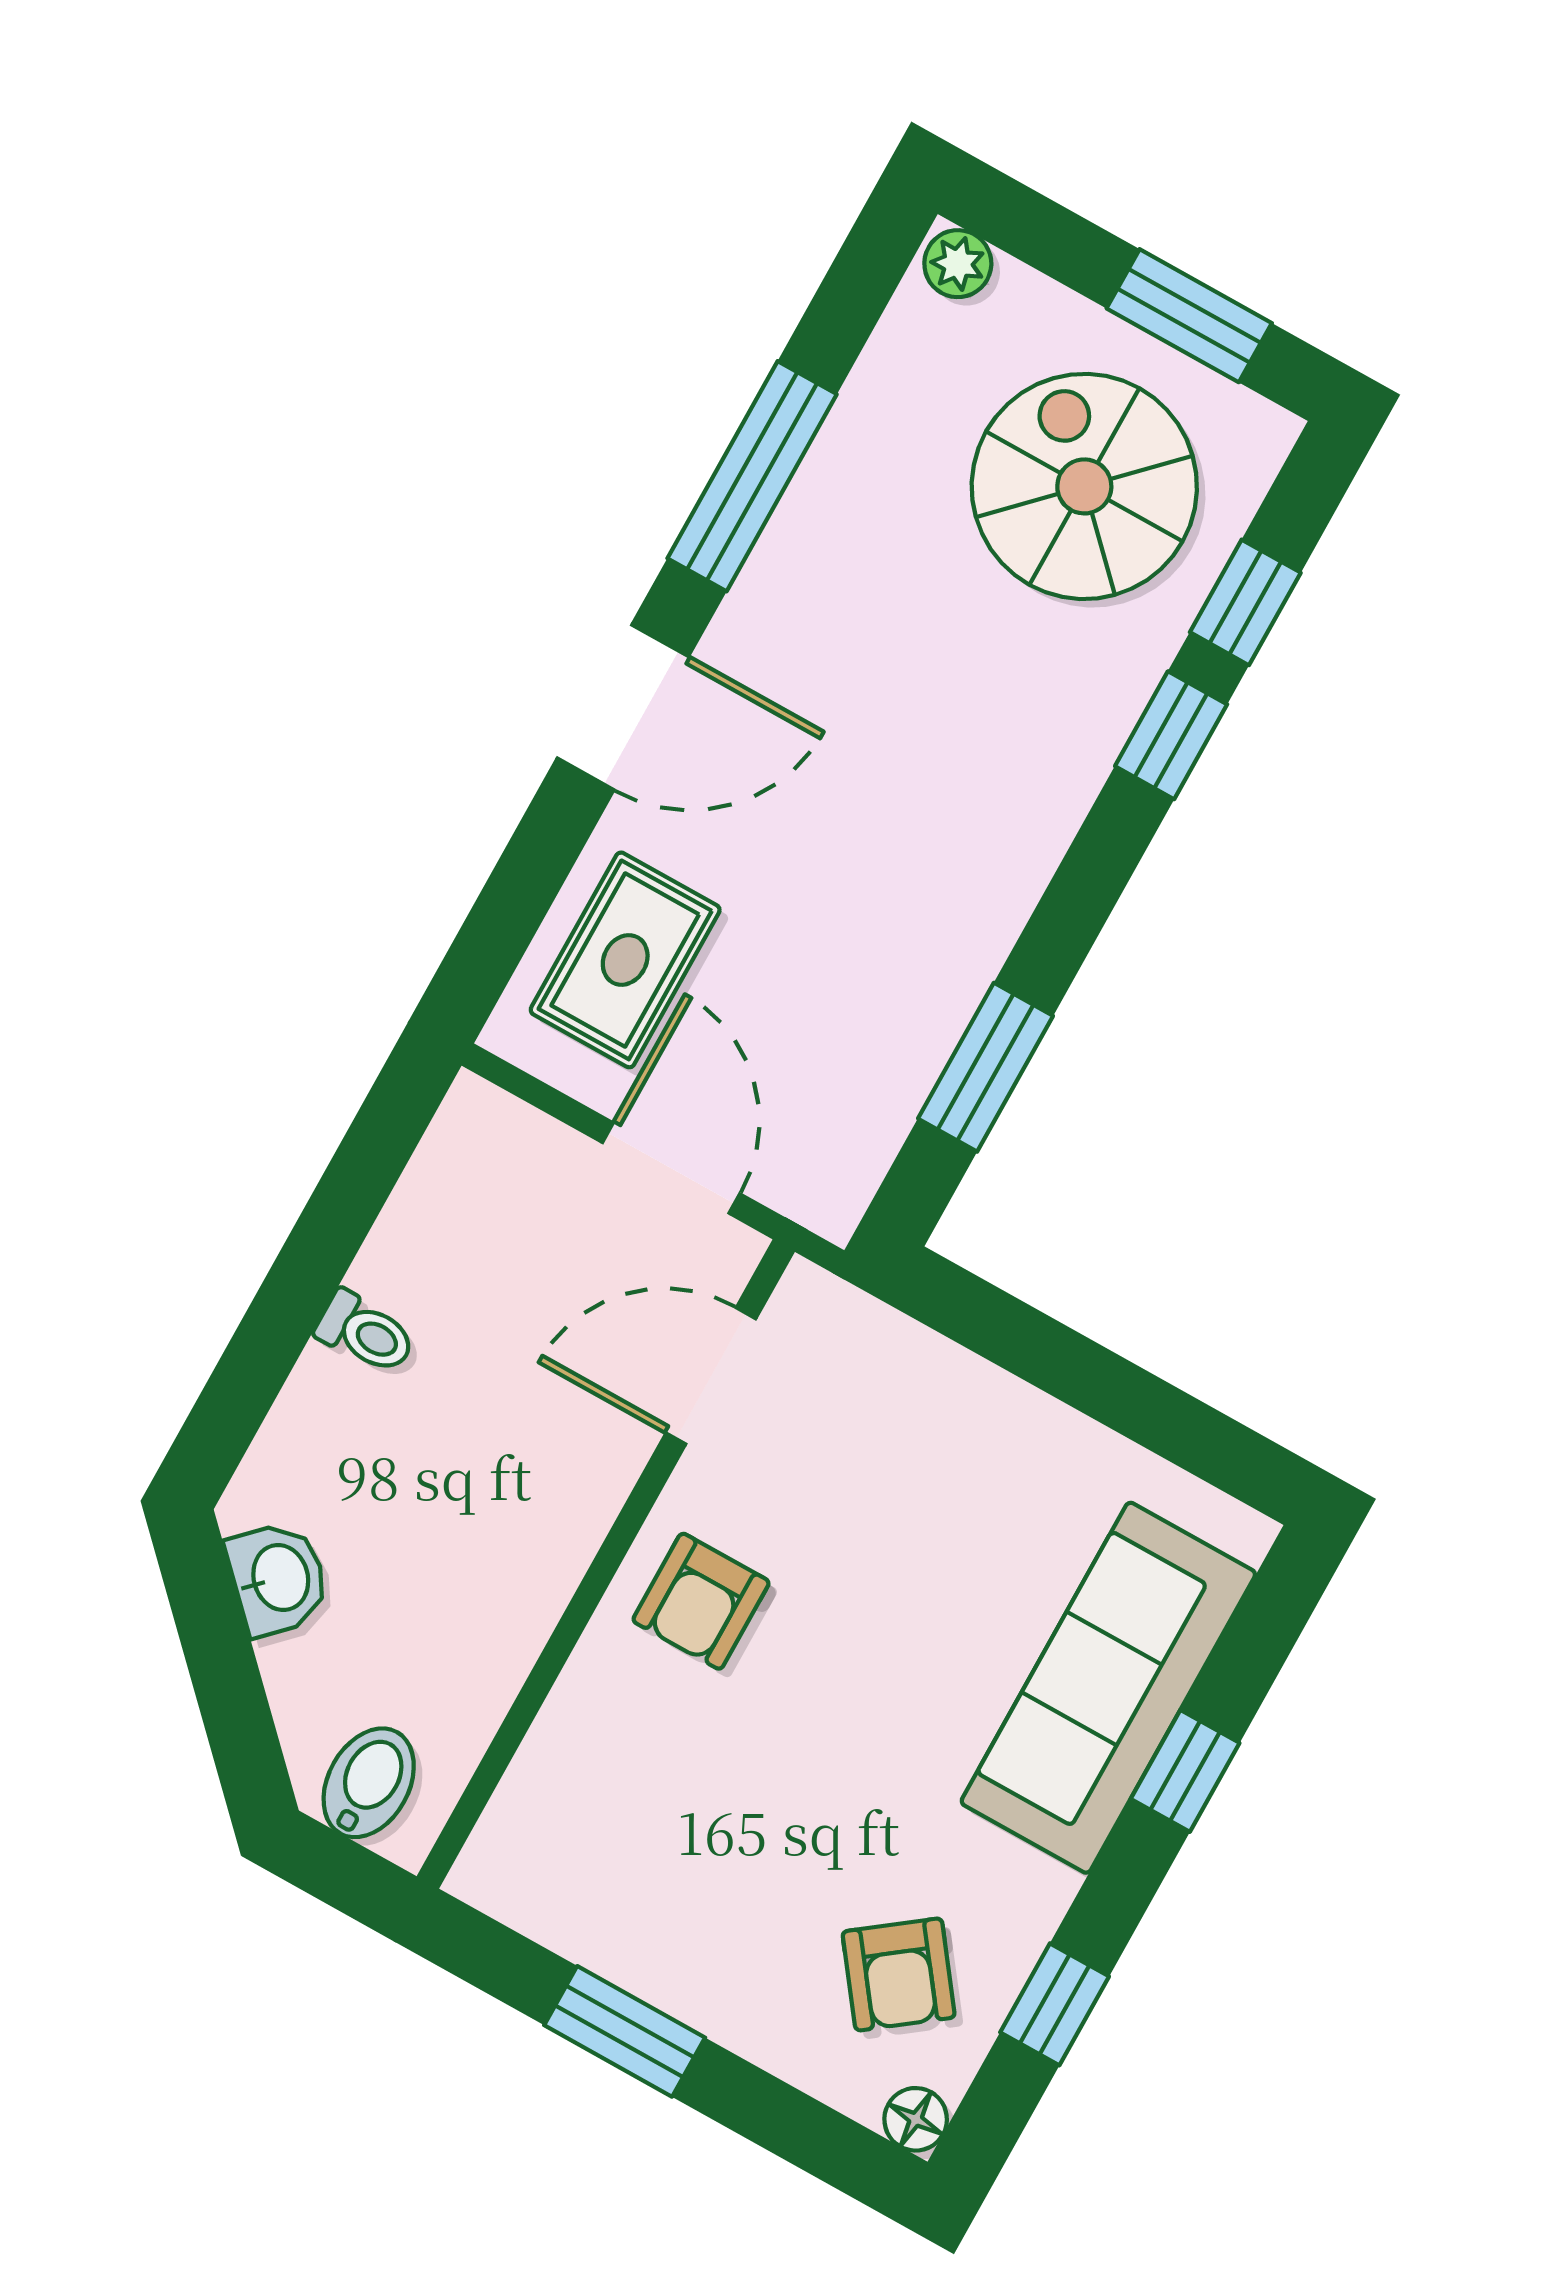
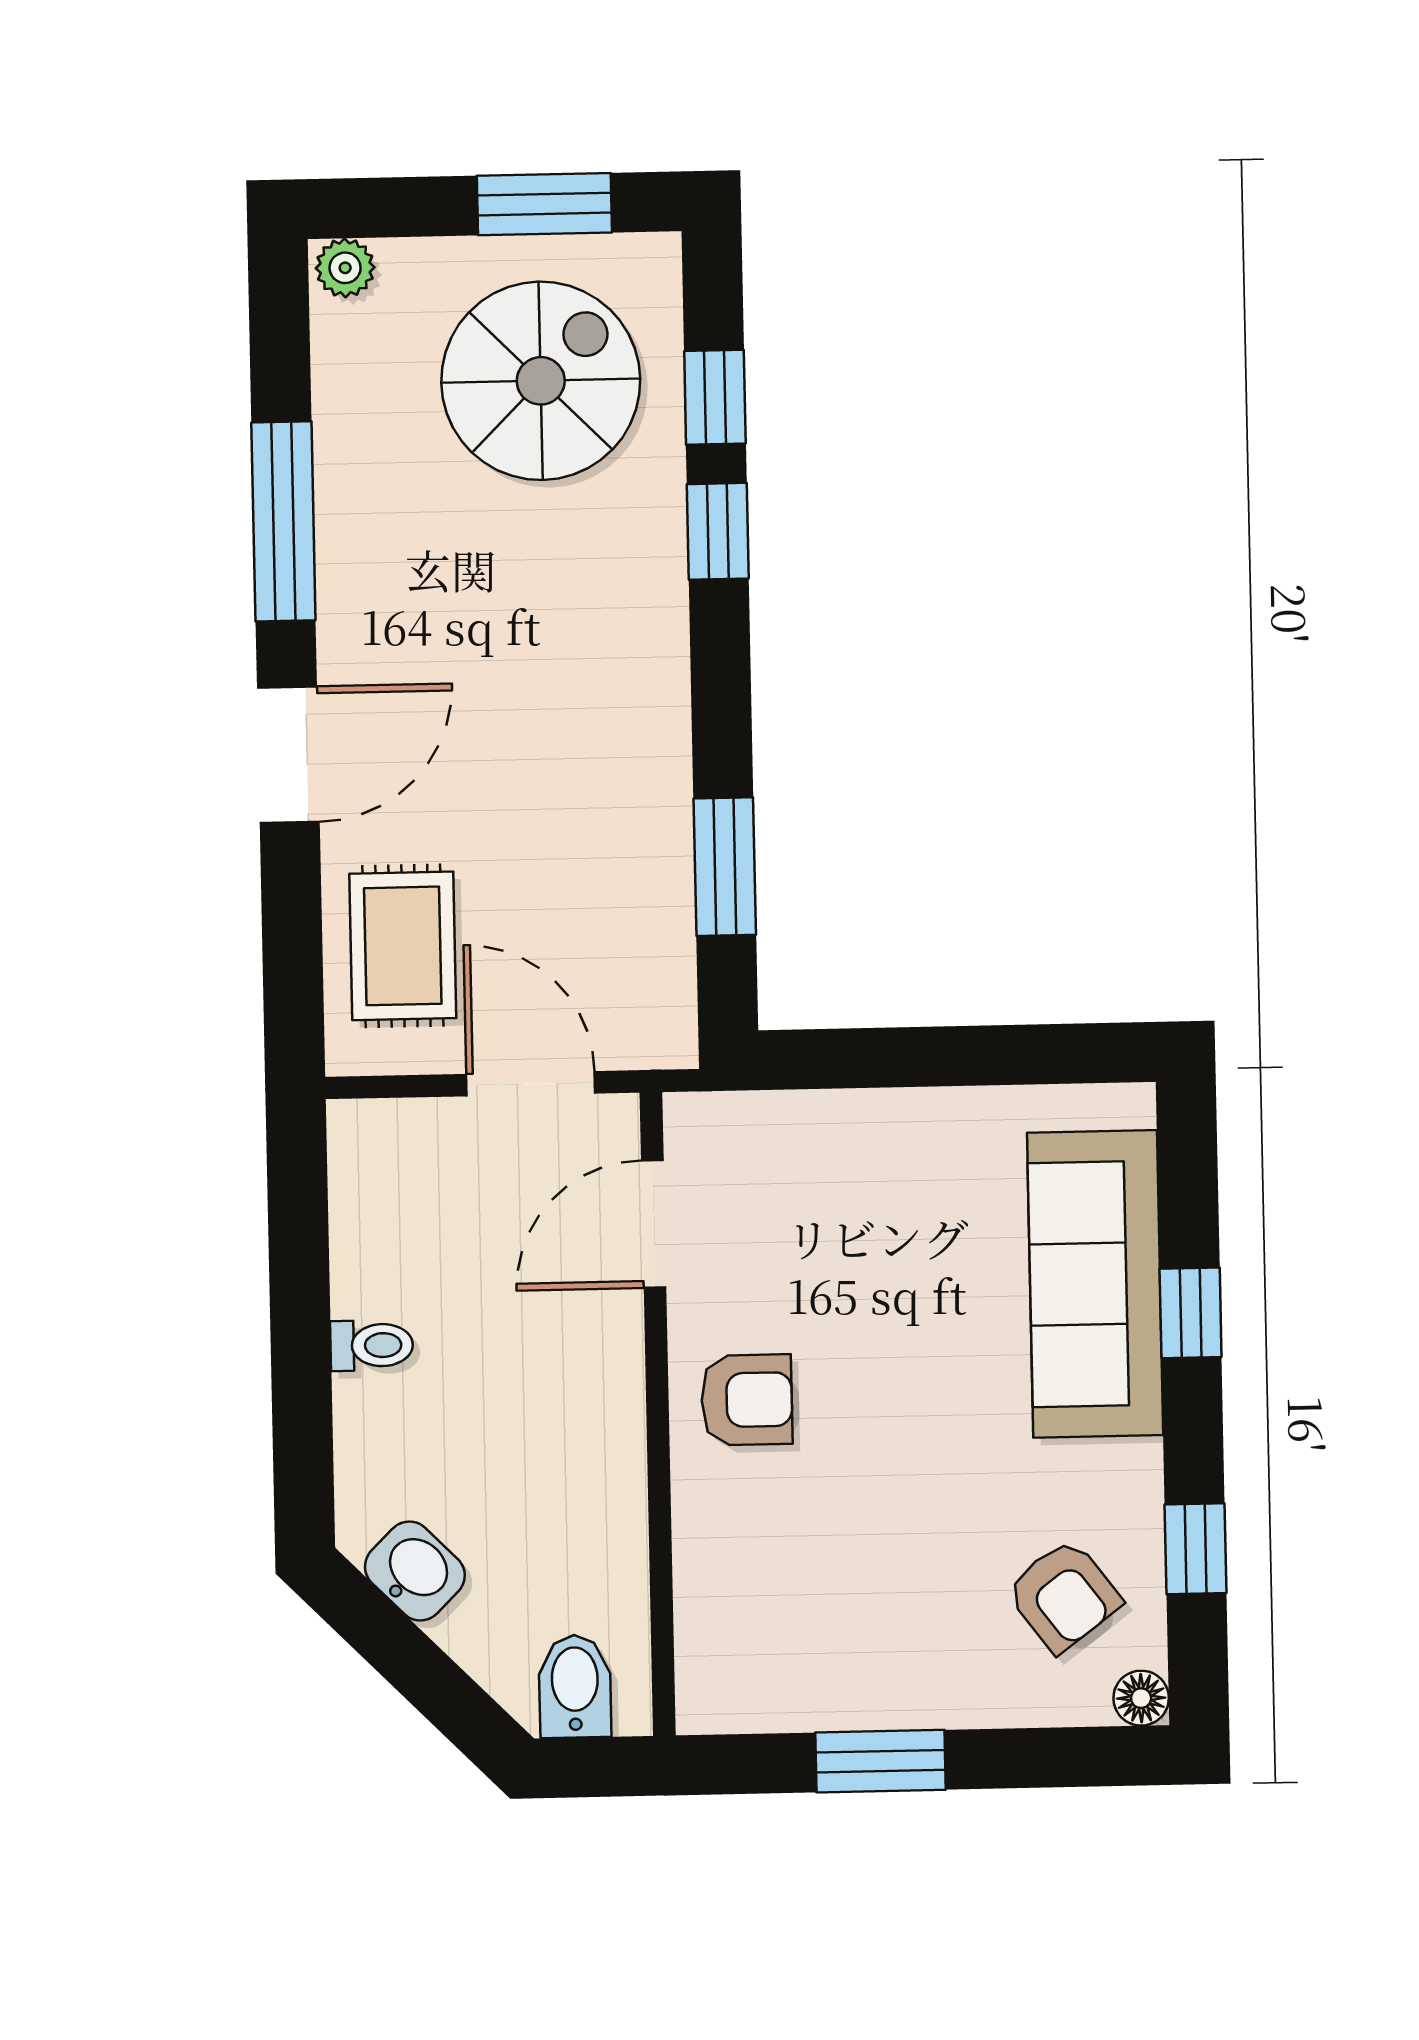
spiral stairs: (1084, 486) -> (541, 381), turned 90
armchair: (701, 1601) -> (747, 1400), turned -90

